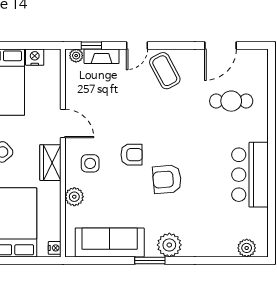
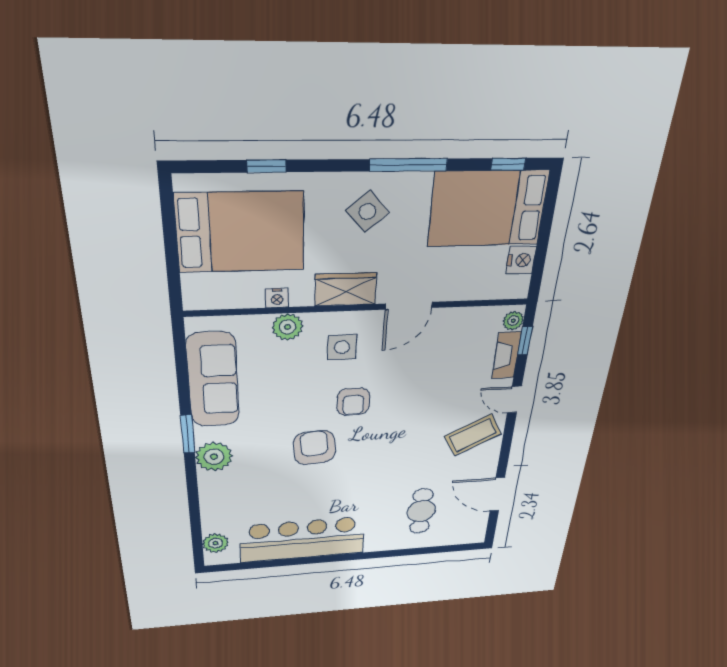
bar counter: (250, 175) -> (303, 540), width x1.36
nightstand: (55, 248) -> (277, 298), moved

